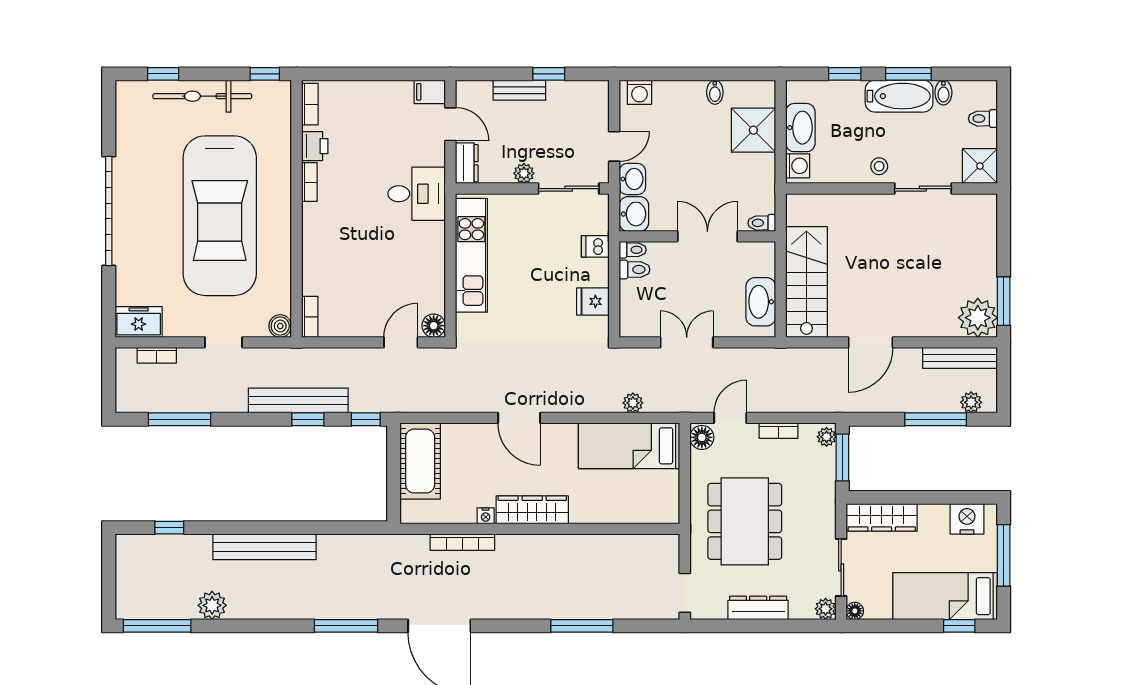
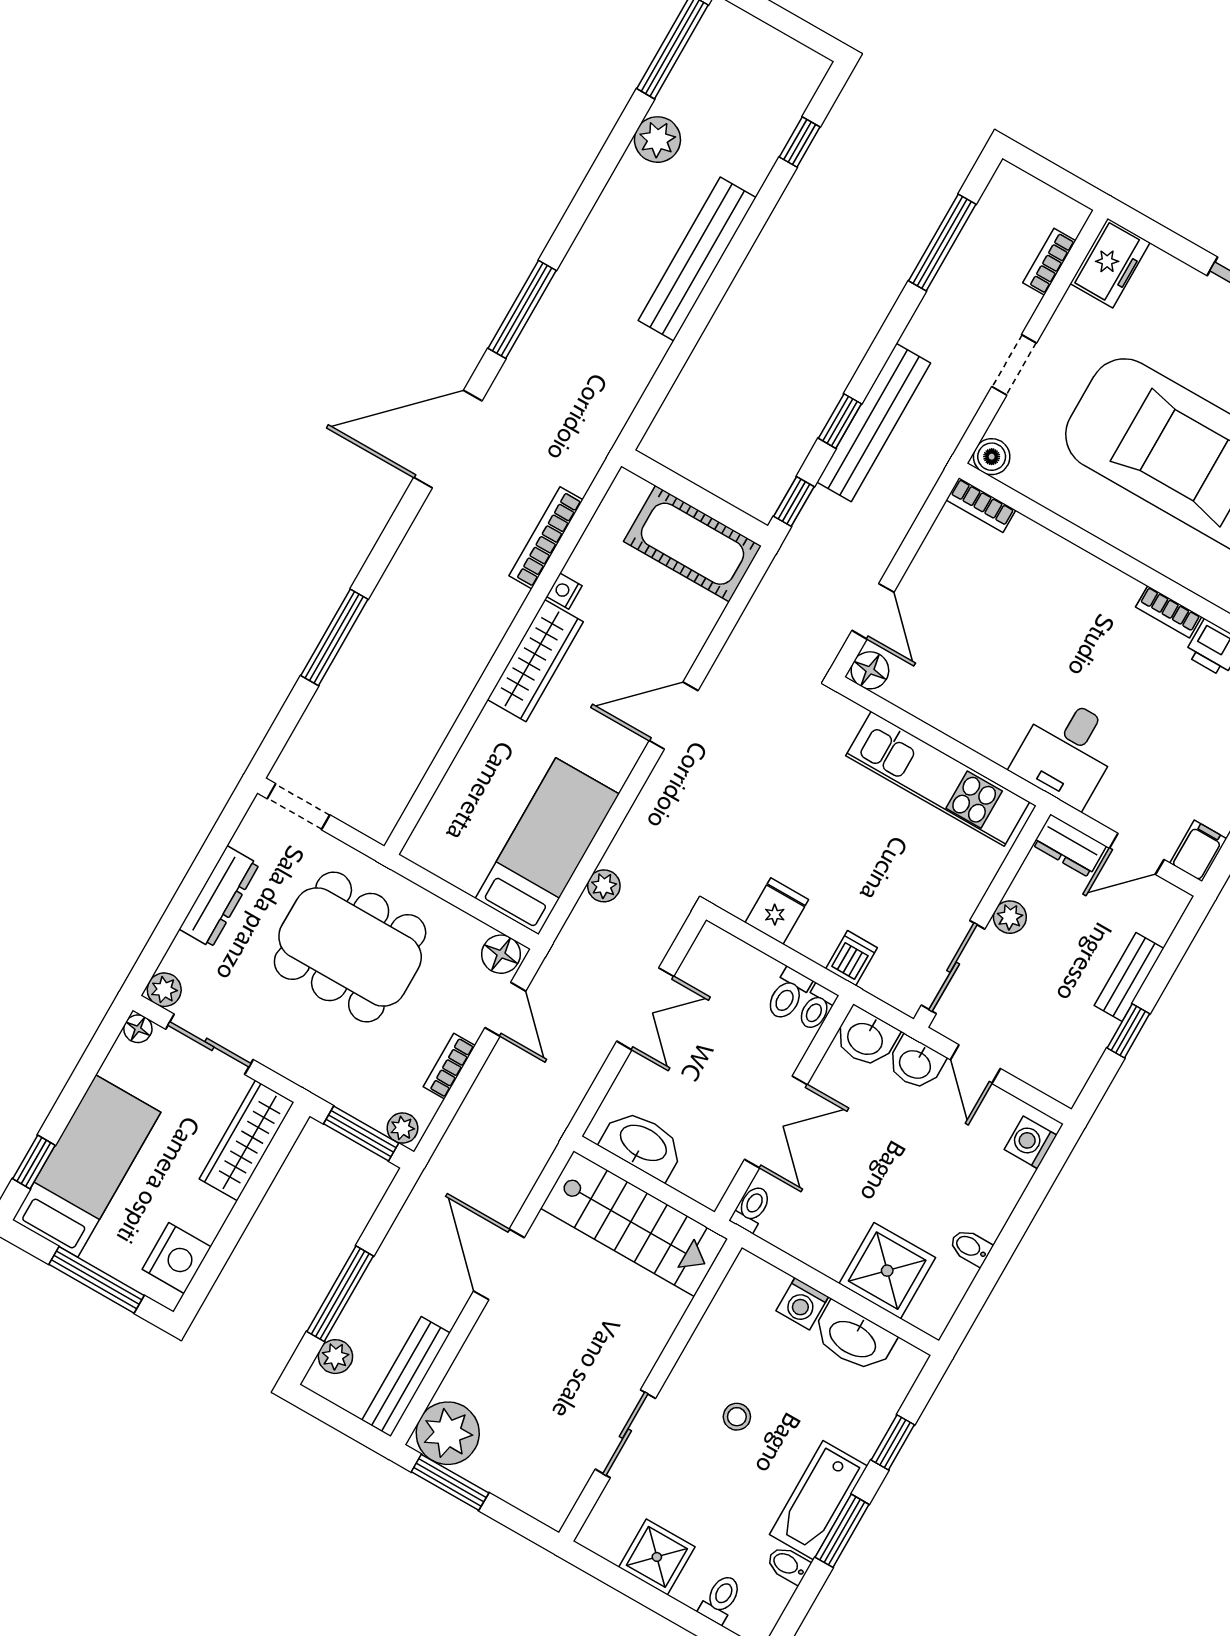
wall: (891, 189) -> (650, 1390), moved
sliding door: (923, 189) -> (625, 1434), moved

